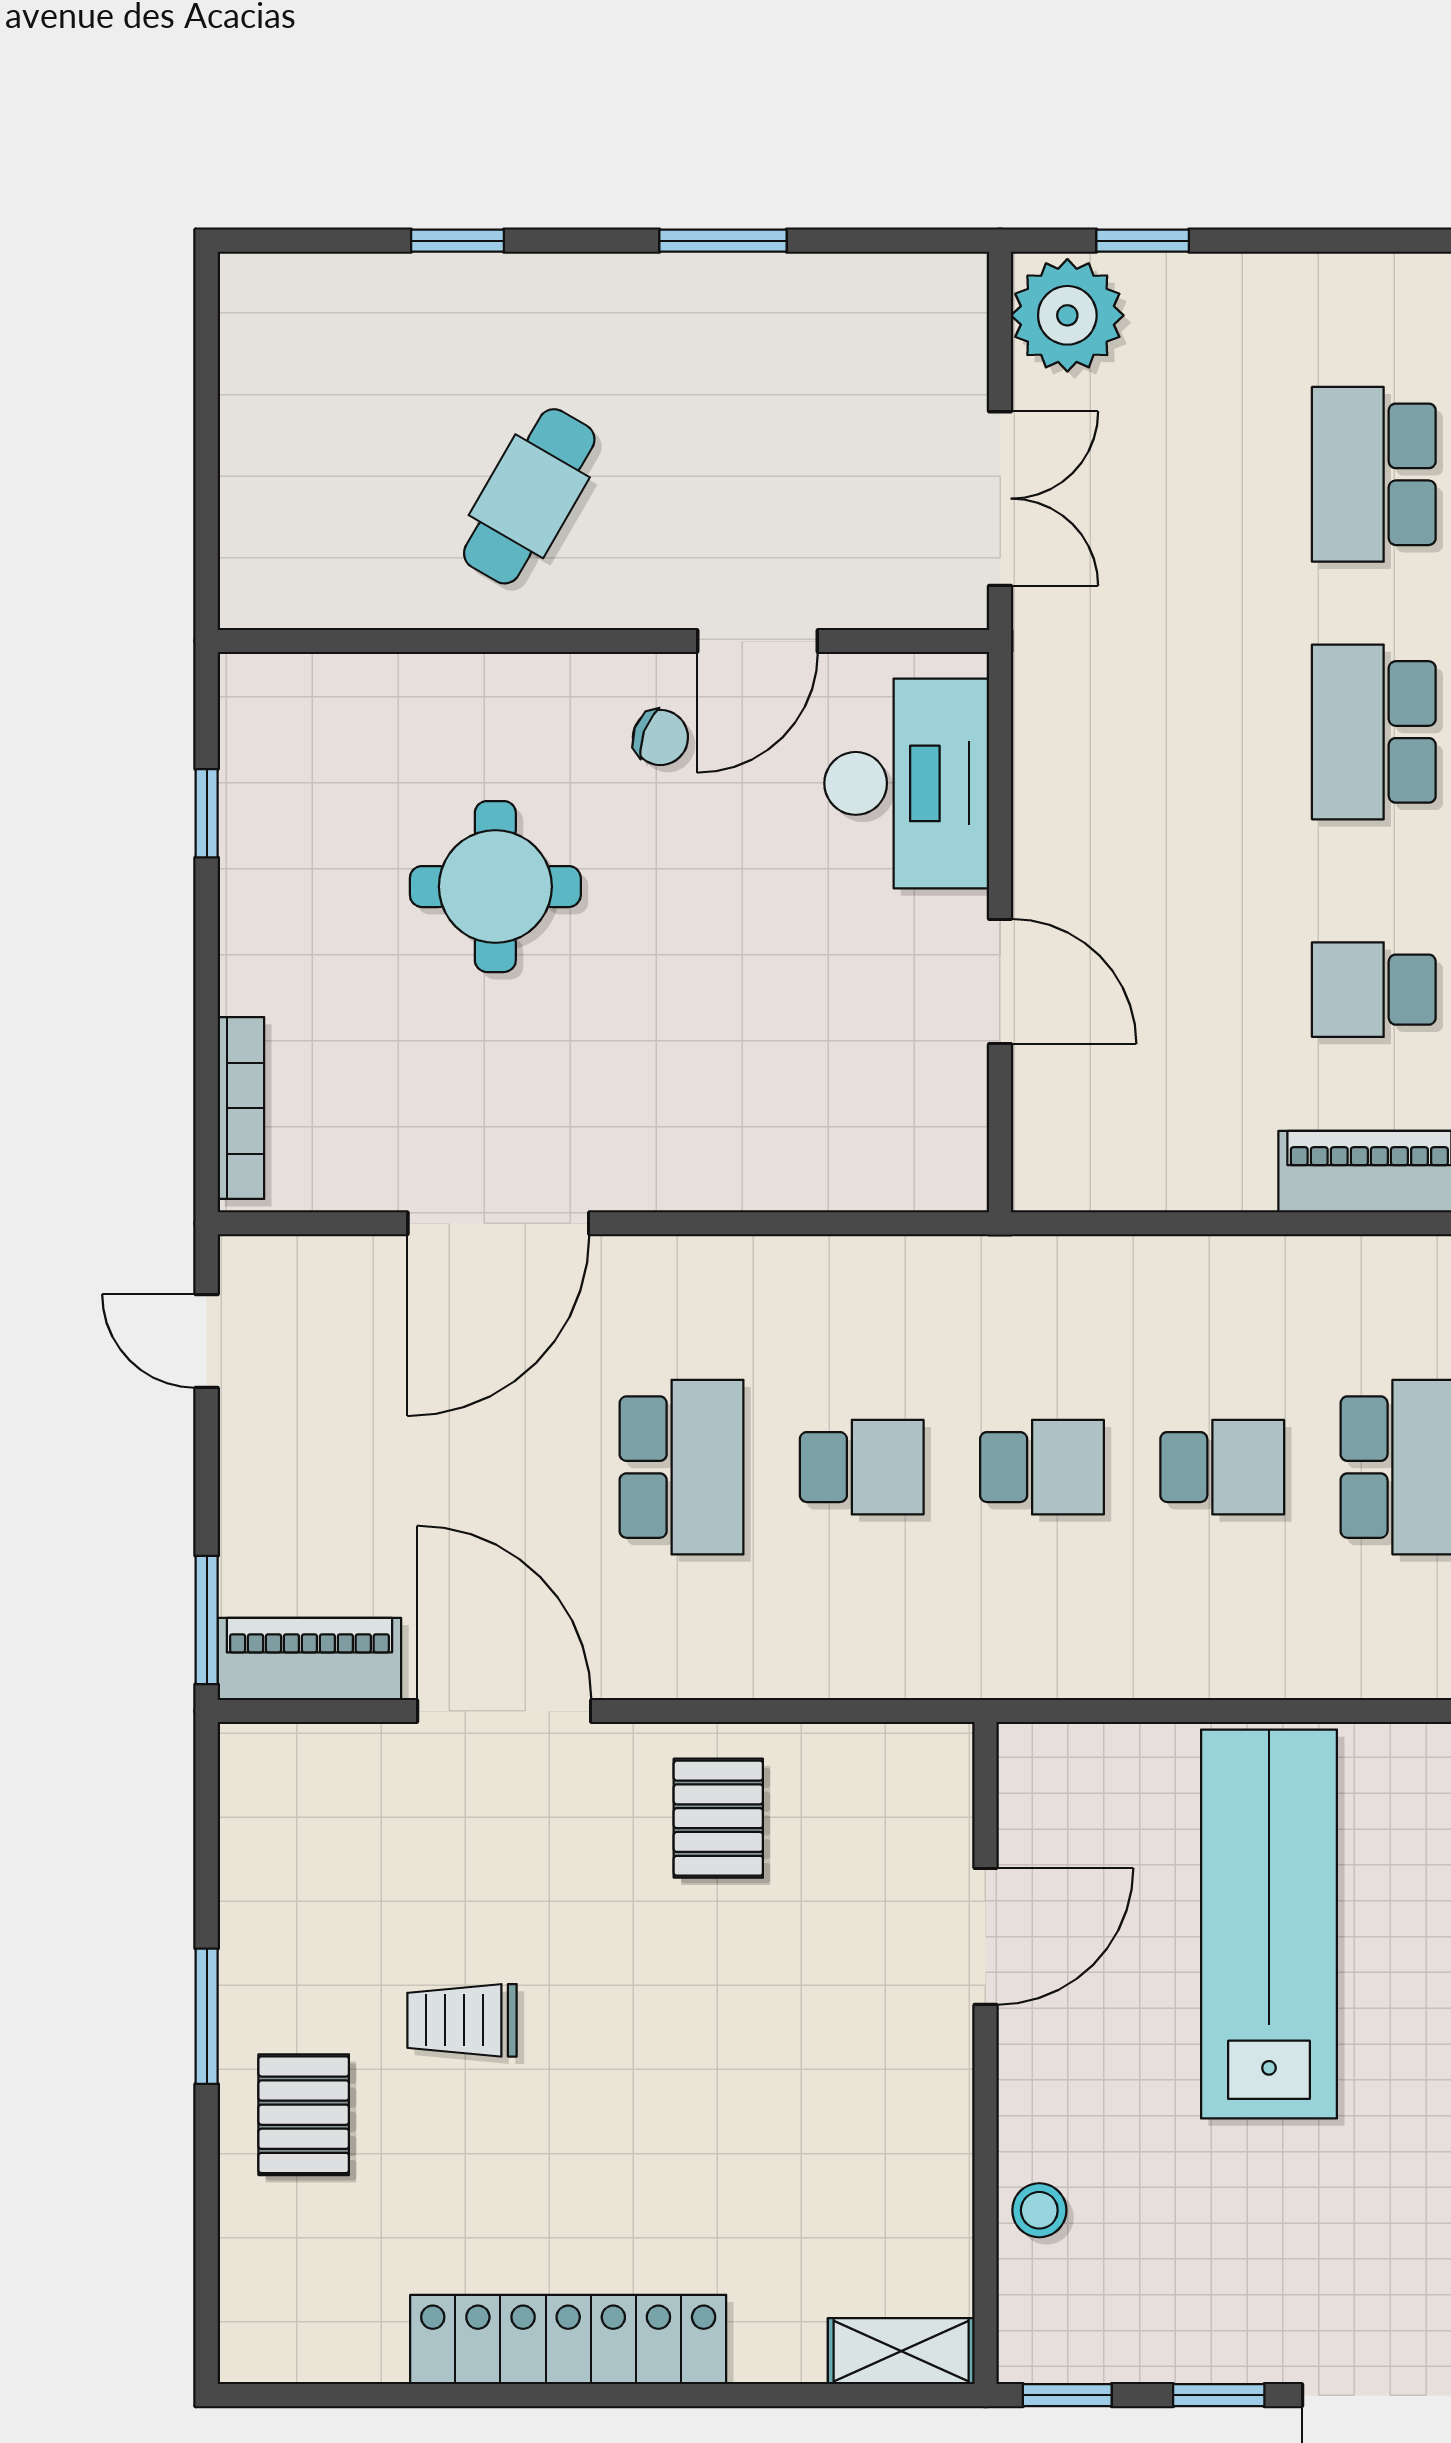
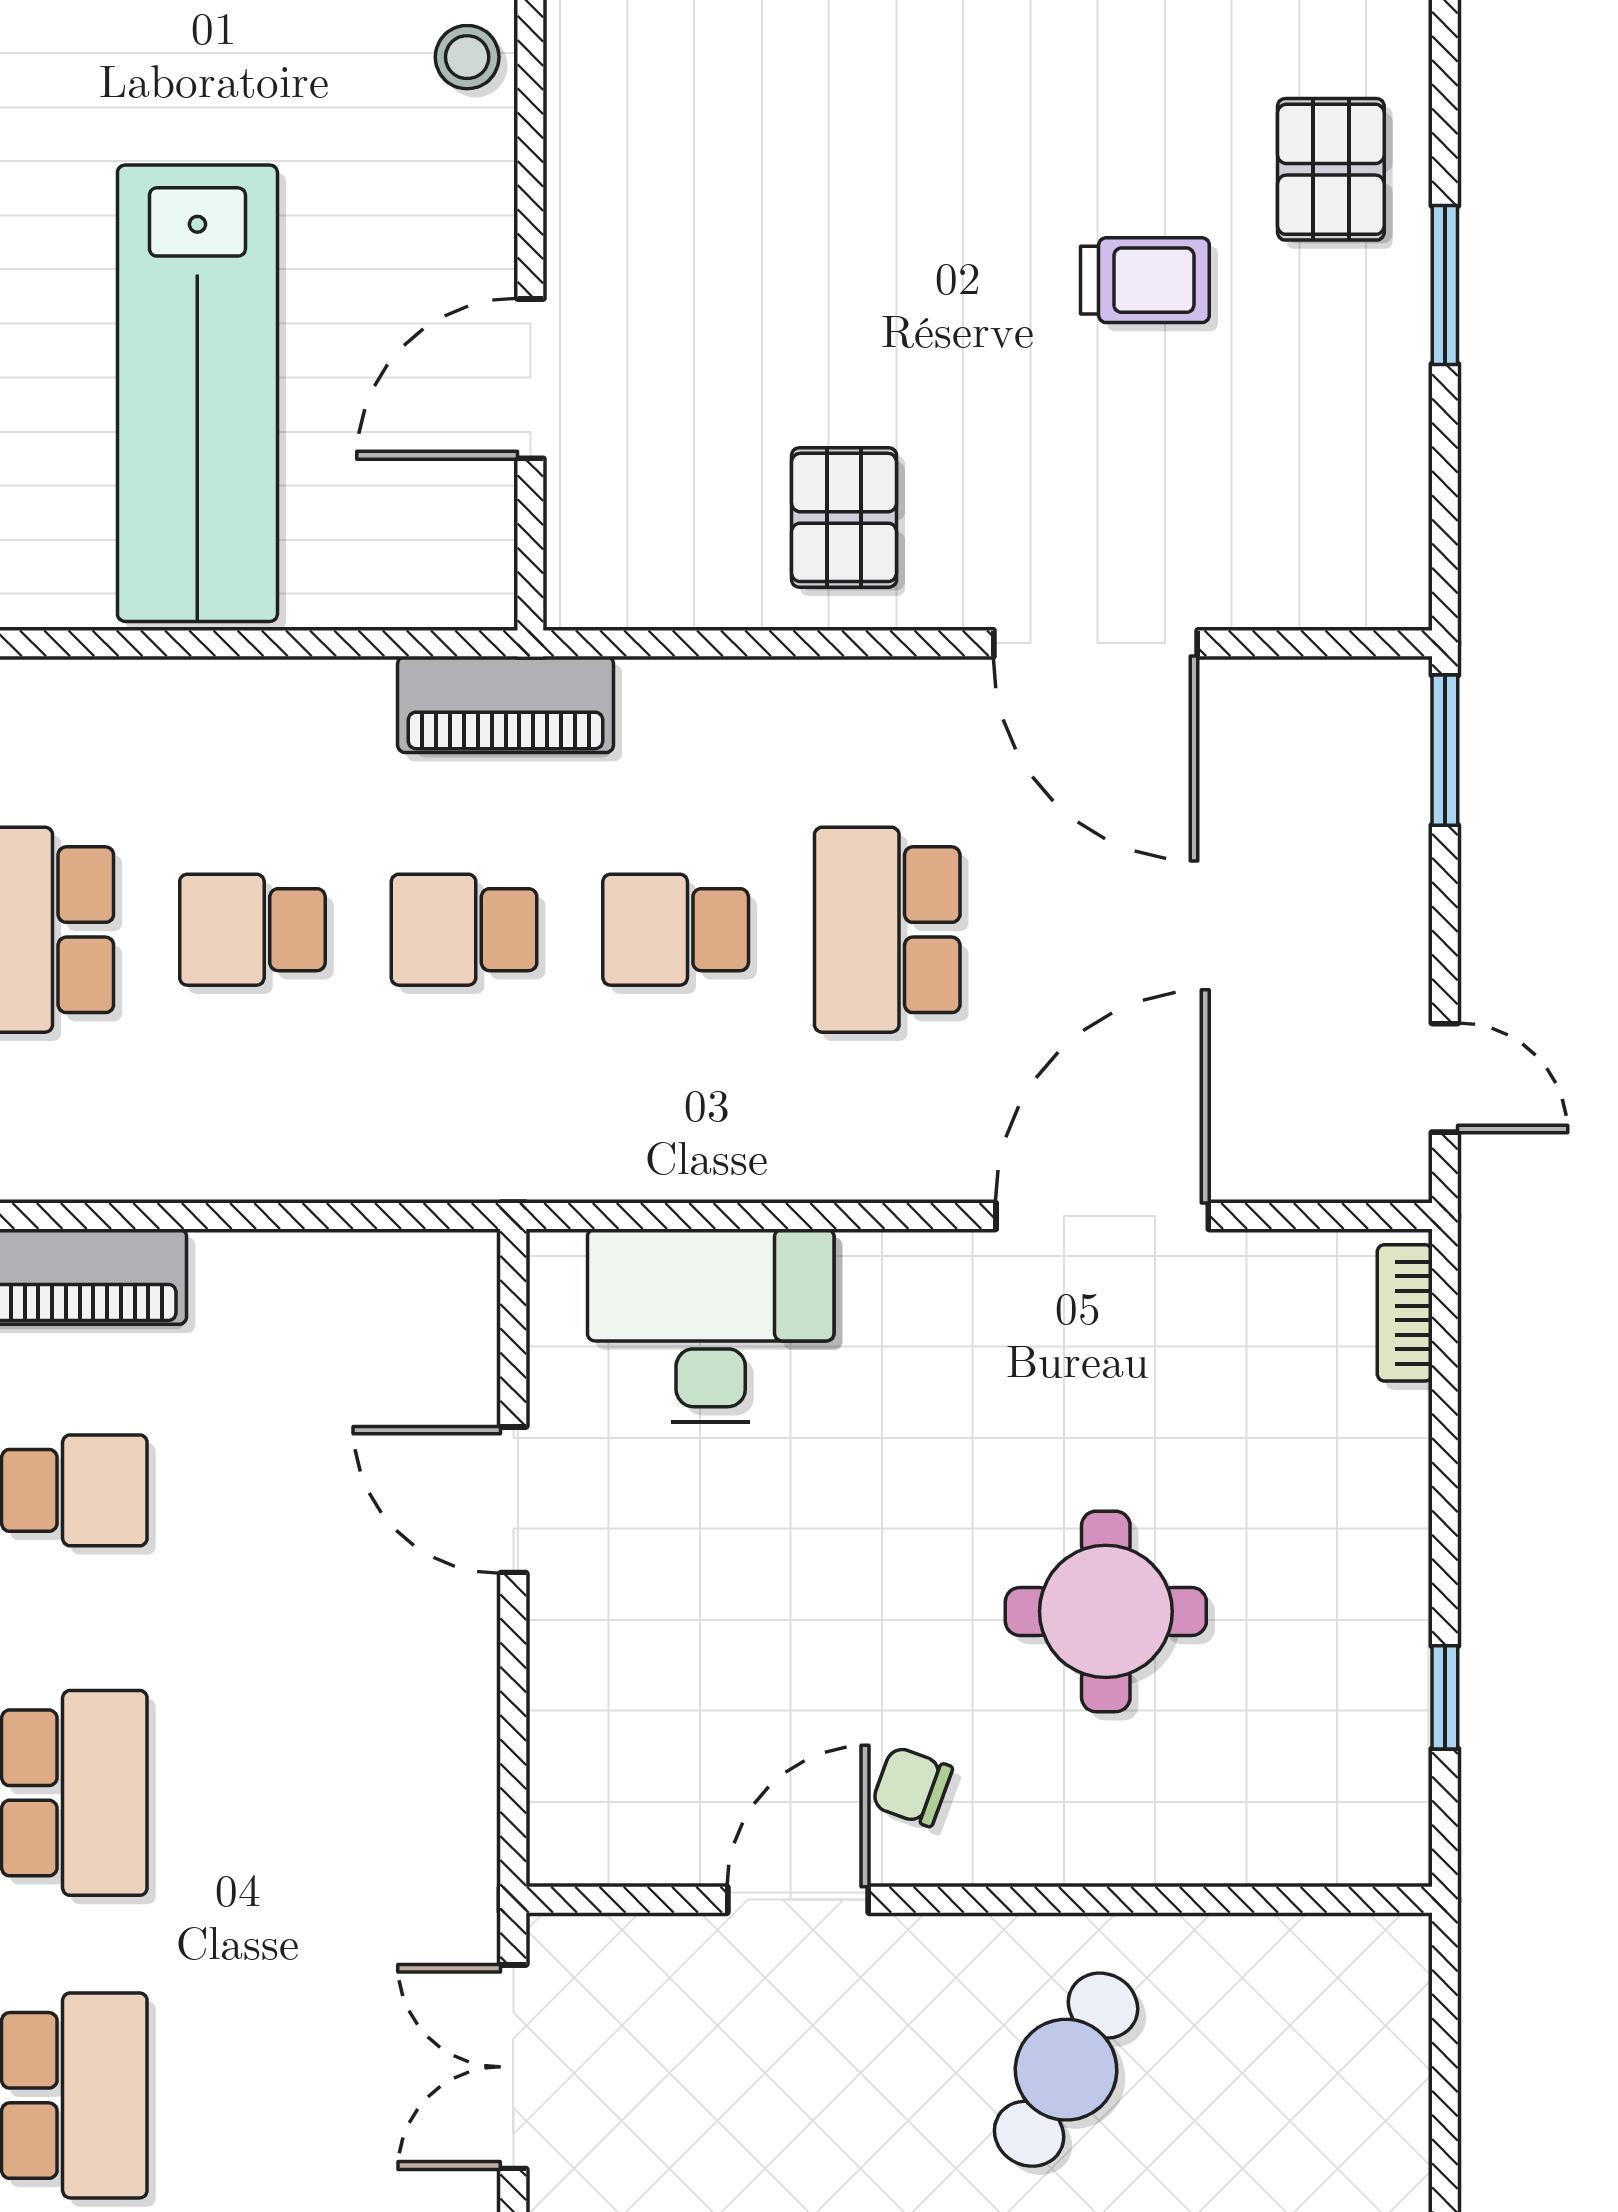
desk: (907, 783) -> (711, 1326), moved, turned 90
bookcase: (241, 1108) -> (1405, 1313), width x0.64
piano: (309, 1659) -> (506, 704), moved

